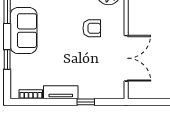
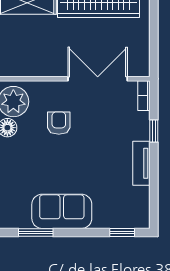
window: (7, 59) -> (122, 233), moved
bookcase: (31, 94) -> (144, 96), moved

